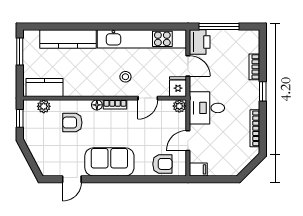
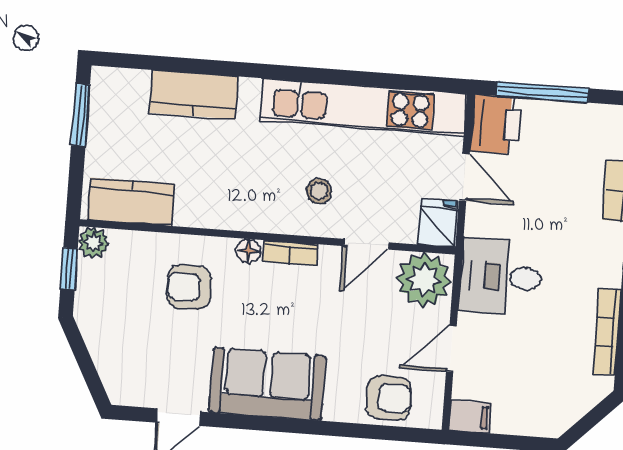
kitchen counter: (68, 39) -> (194, 95), width x0.67
plant: (44, 106) -> (93, 243), moved
plant: (179, 106) -> (424, 280), width x1.87, depth x1.87

